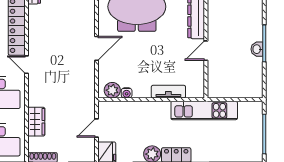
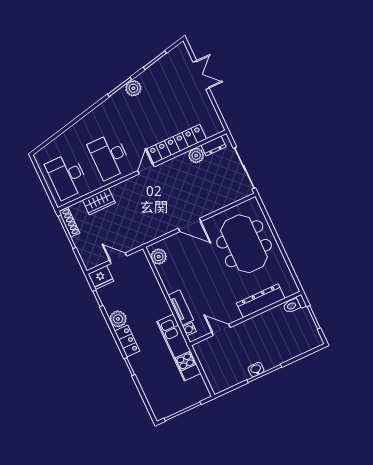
plant: (36, 13) -> (196, 155), added
door: (206, 51) -> (221, 330), moved
water cooler: (127, 93) -> (189, 329), moved

